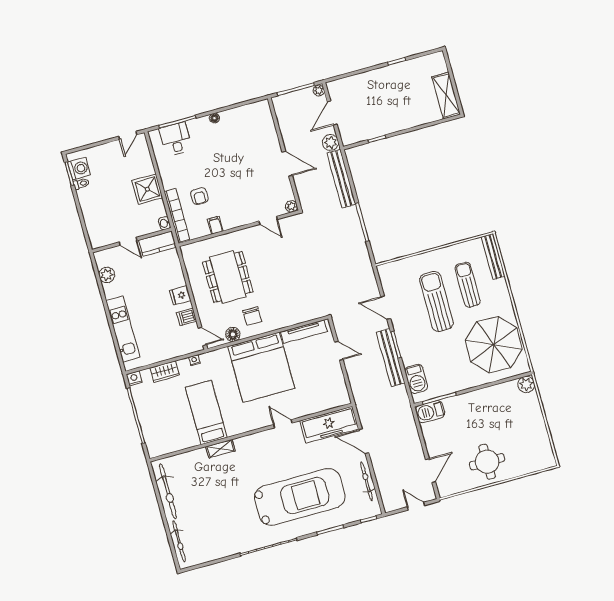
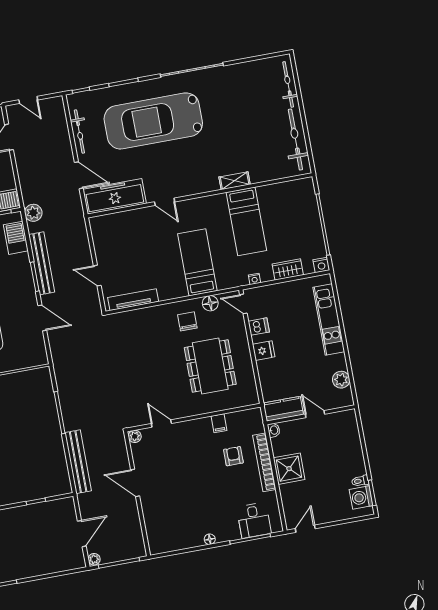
plant: (330, 142) -> (33, 213), moved
bookcase: (177, 216) -> (264, 462), moved
bed: (261, 367) -> (197, 262), width x0.49

